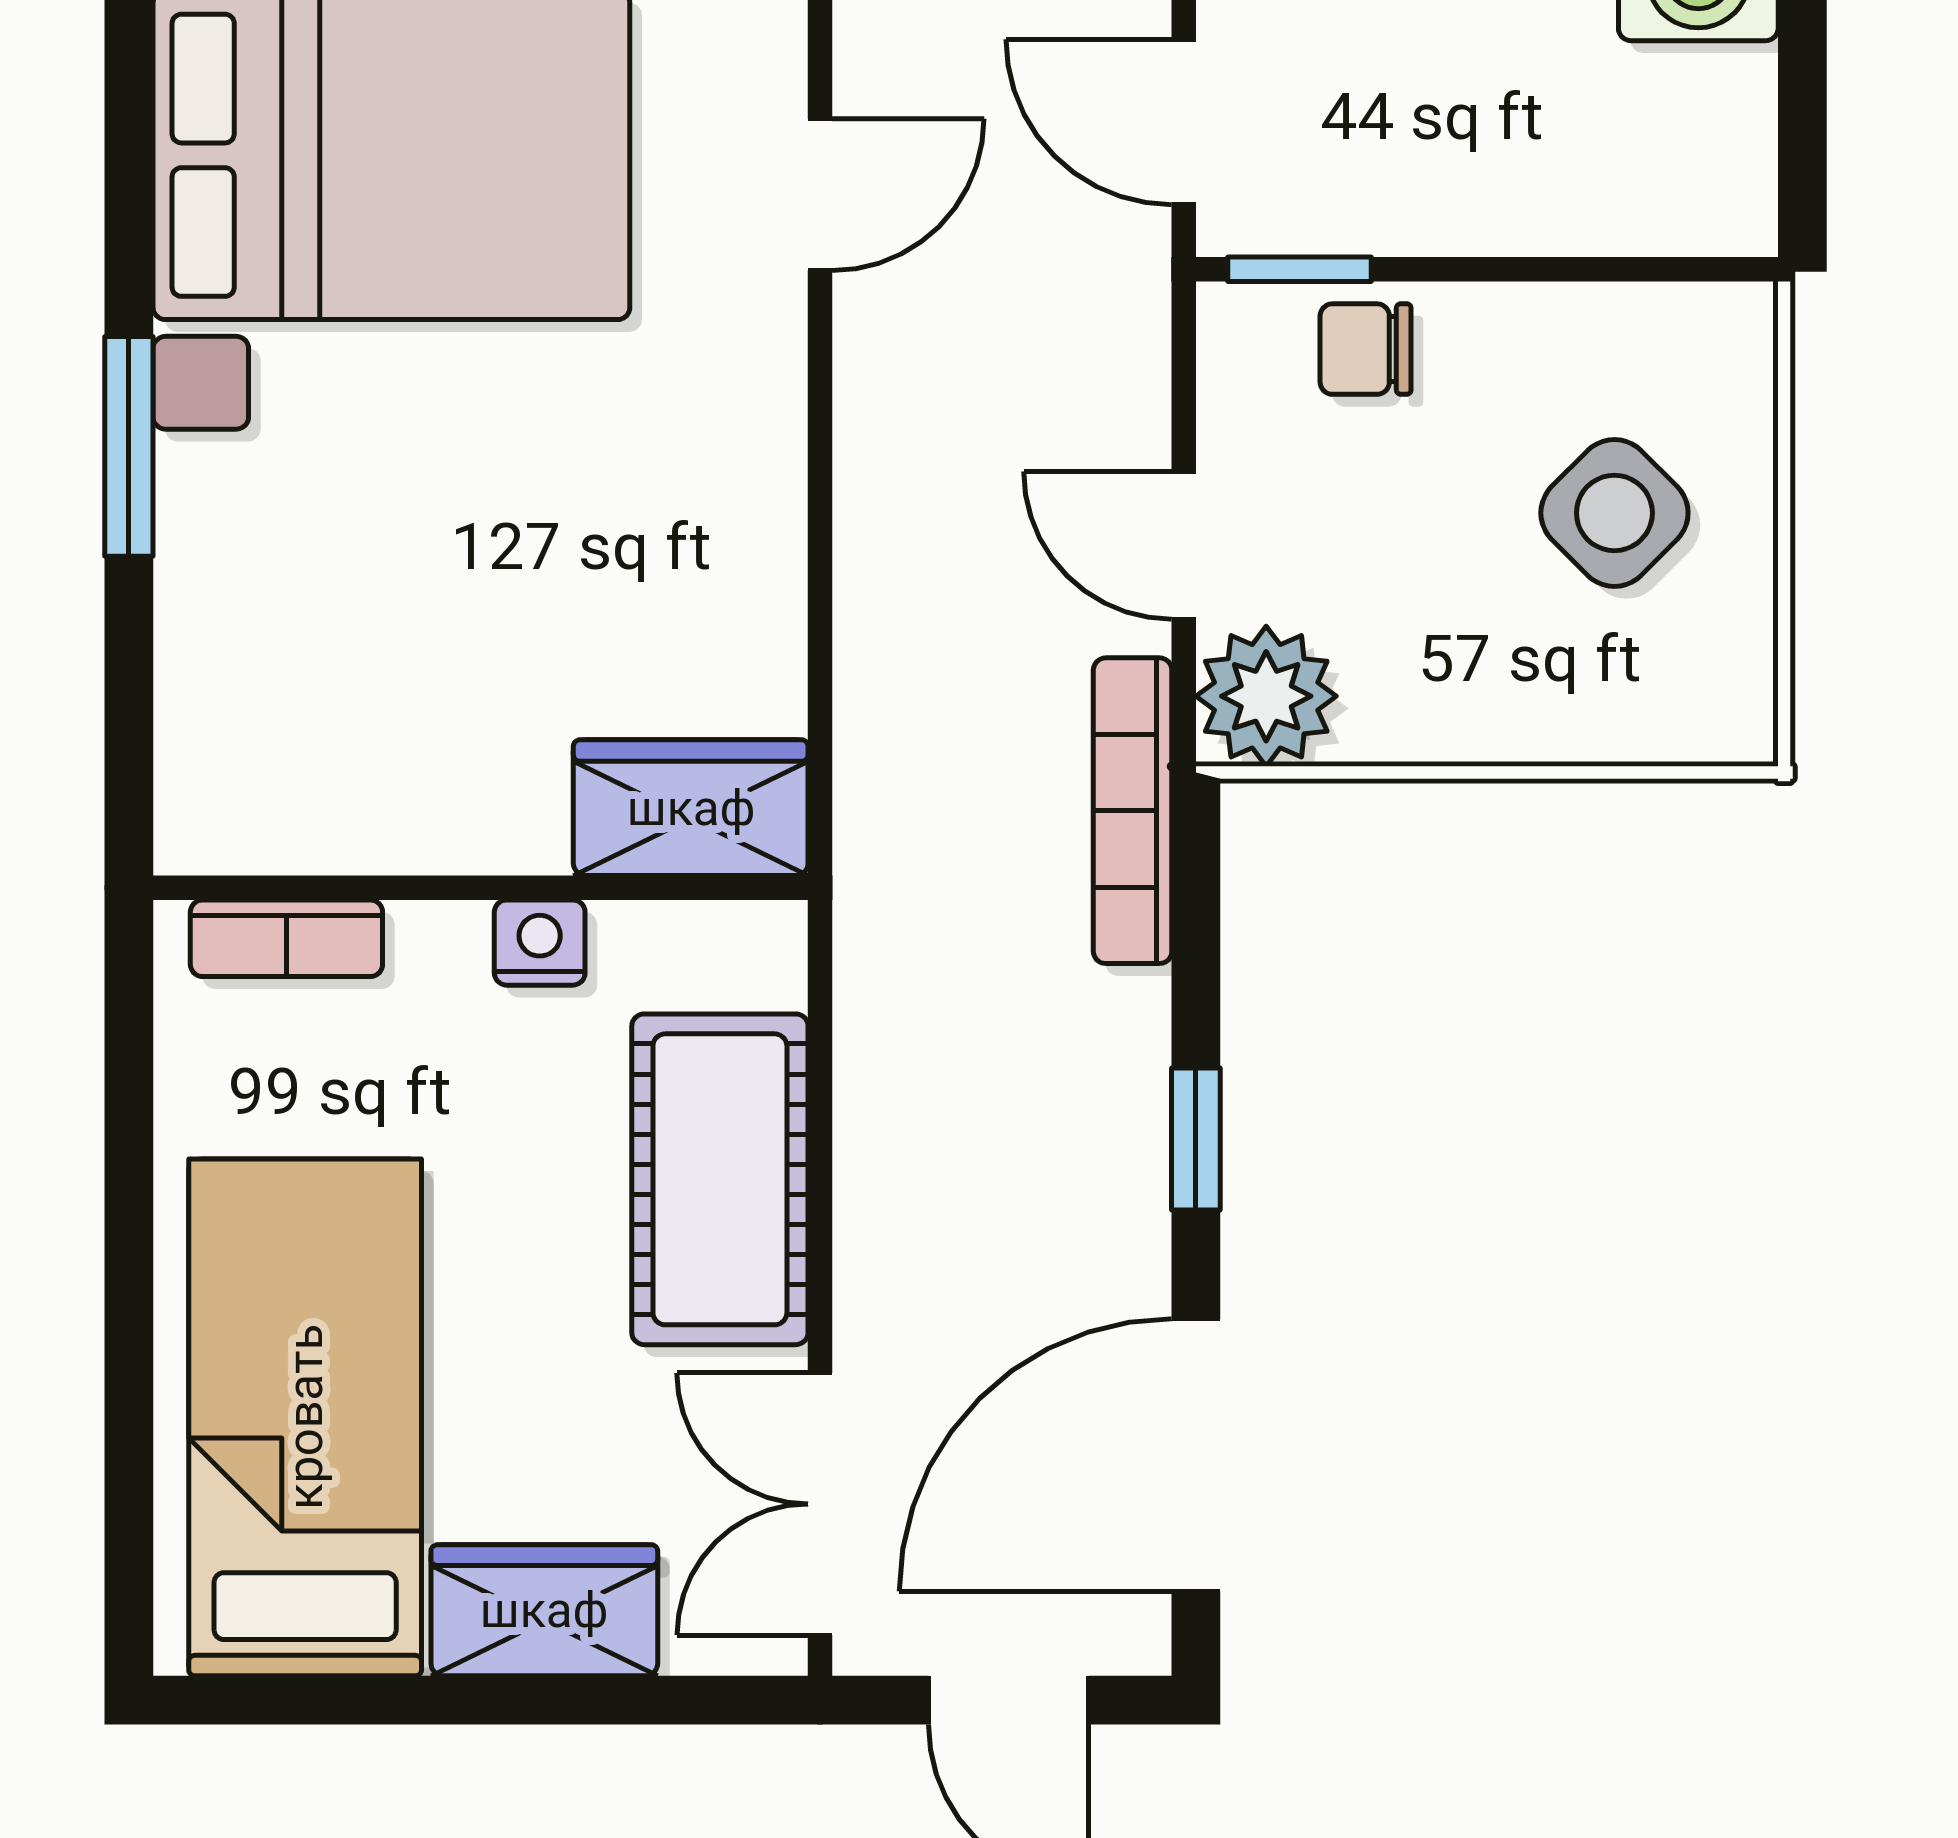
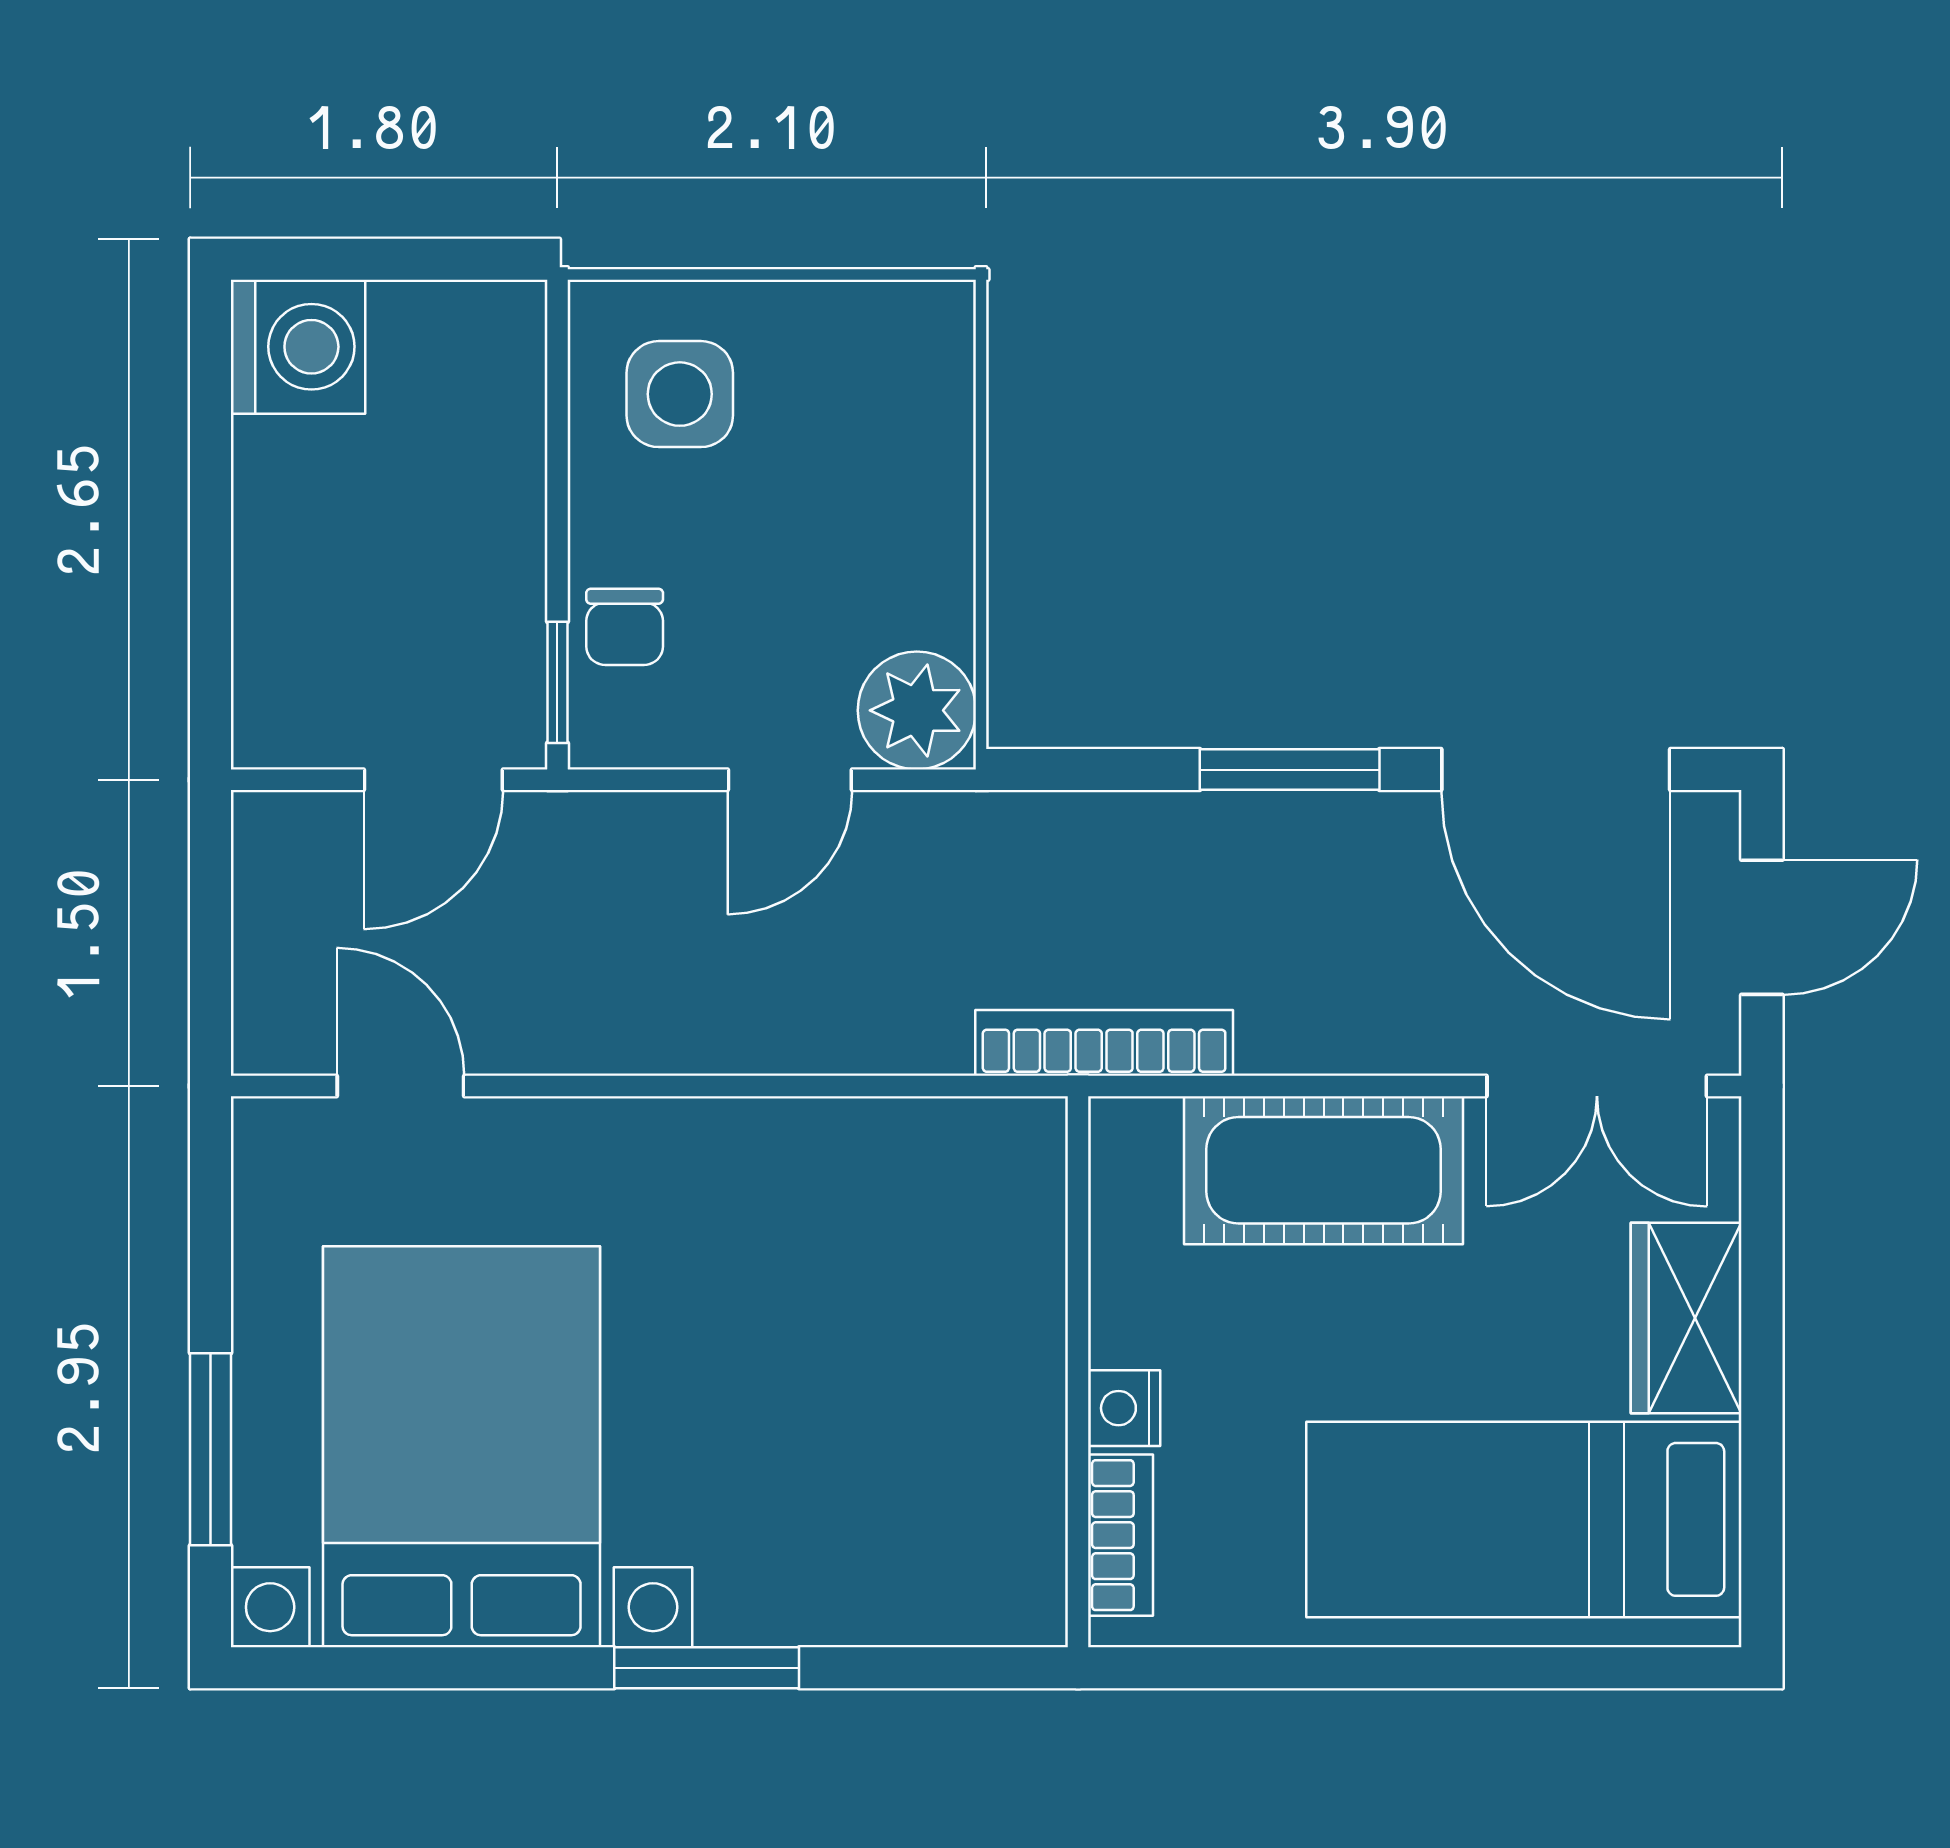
door: (820, 195) -> (401, 1086), moved
side table: (1614, 513) -> (680, 394), moved, turned 45
wardrobe: (691, 808) -> (1011, 1195), removed
bookcase: (1133, 811) -> (1104, 1043), moved, turned 180
nightstand: (540, 943) -> (1124, 1408), moved
window: (1196, 1139) -> (1290, 770), width x1.50

